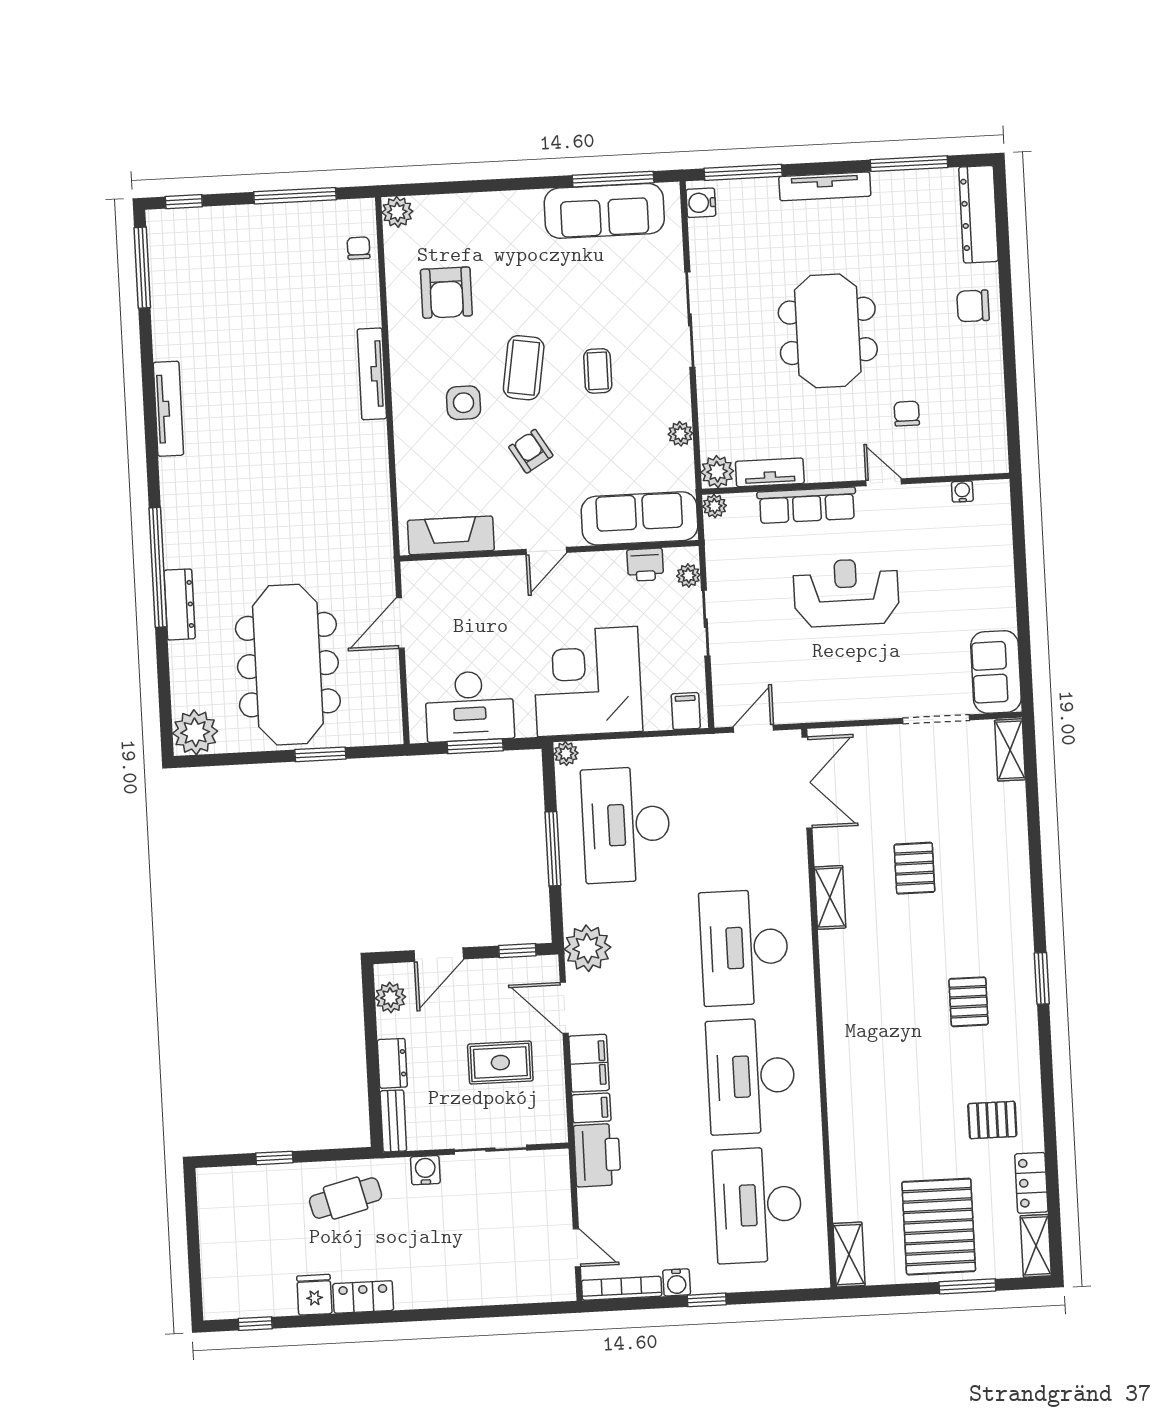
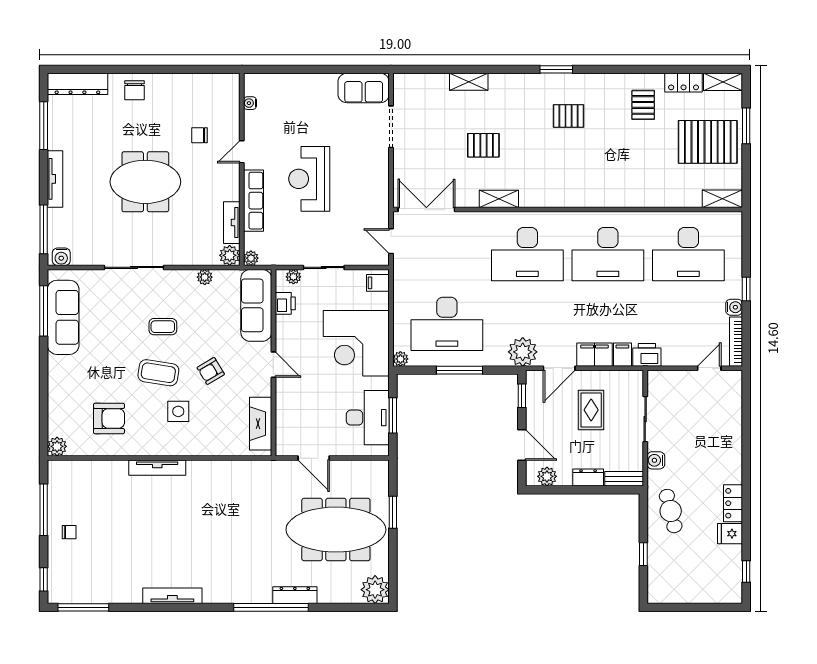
chair: (359, 248) -> (69, 532), moved, turned 180
shelving: (1010, 750) -> (469, 82), moved
printer: (597, 1155) -> (647, 355), width x0.73, depth x0.84

